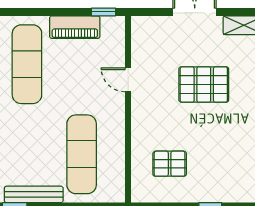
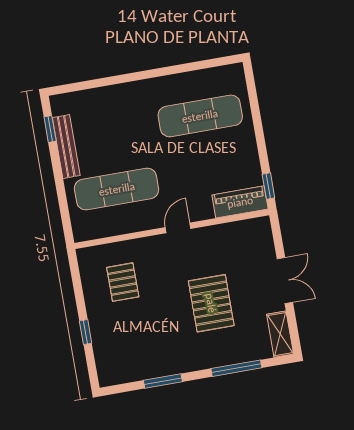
piano: (75, 27) -> (240, 202), moved, turned 90
door: (128, 80) -> (178, 228), moved

